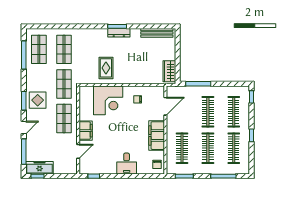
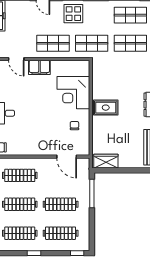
rug: (106, 68) -> (106, 108), moved
filing cabinet: (157, 136) -> (34, 147), removed

